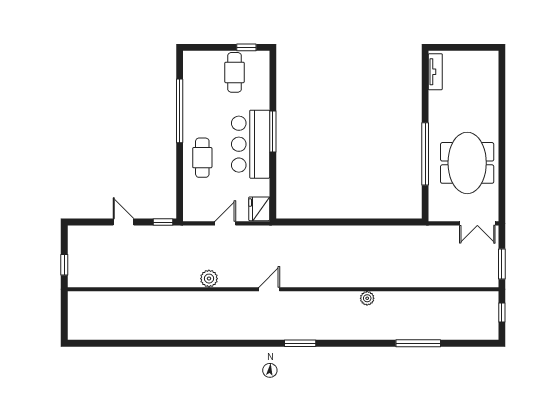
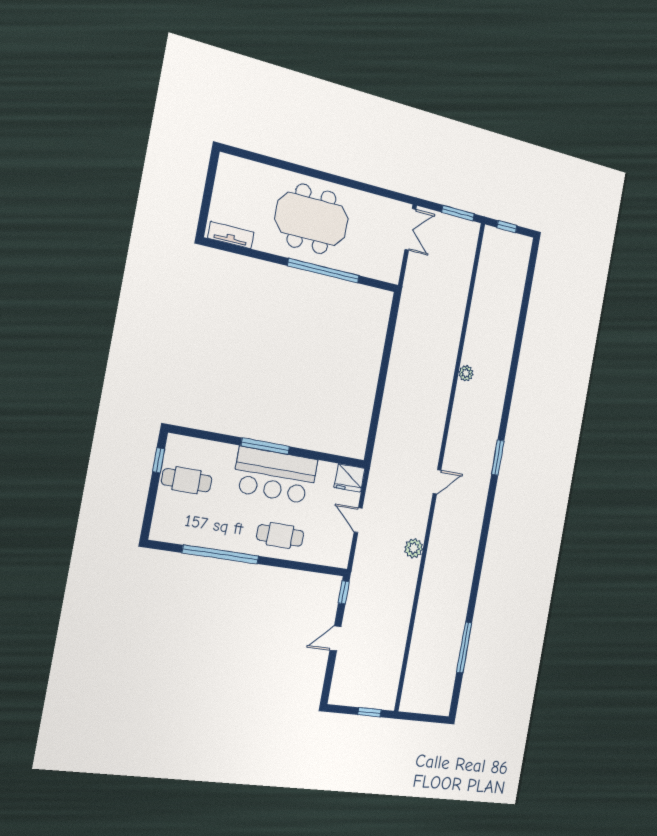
meeting table: (467, 163) -> (312, 219), moved
door: (269, 289) -> (437, 482), swing flipped
window: (418, 343) -> (464, 648), moved

